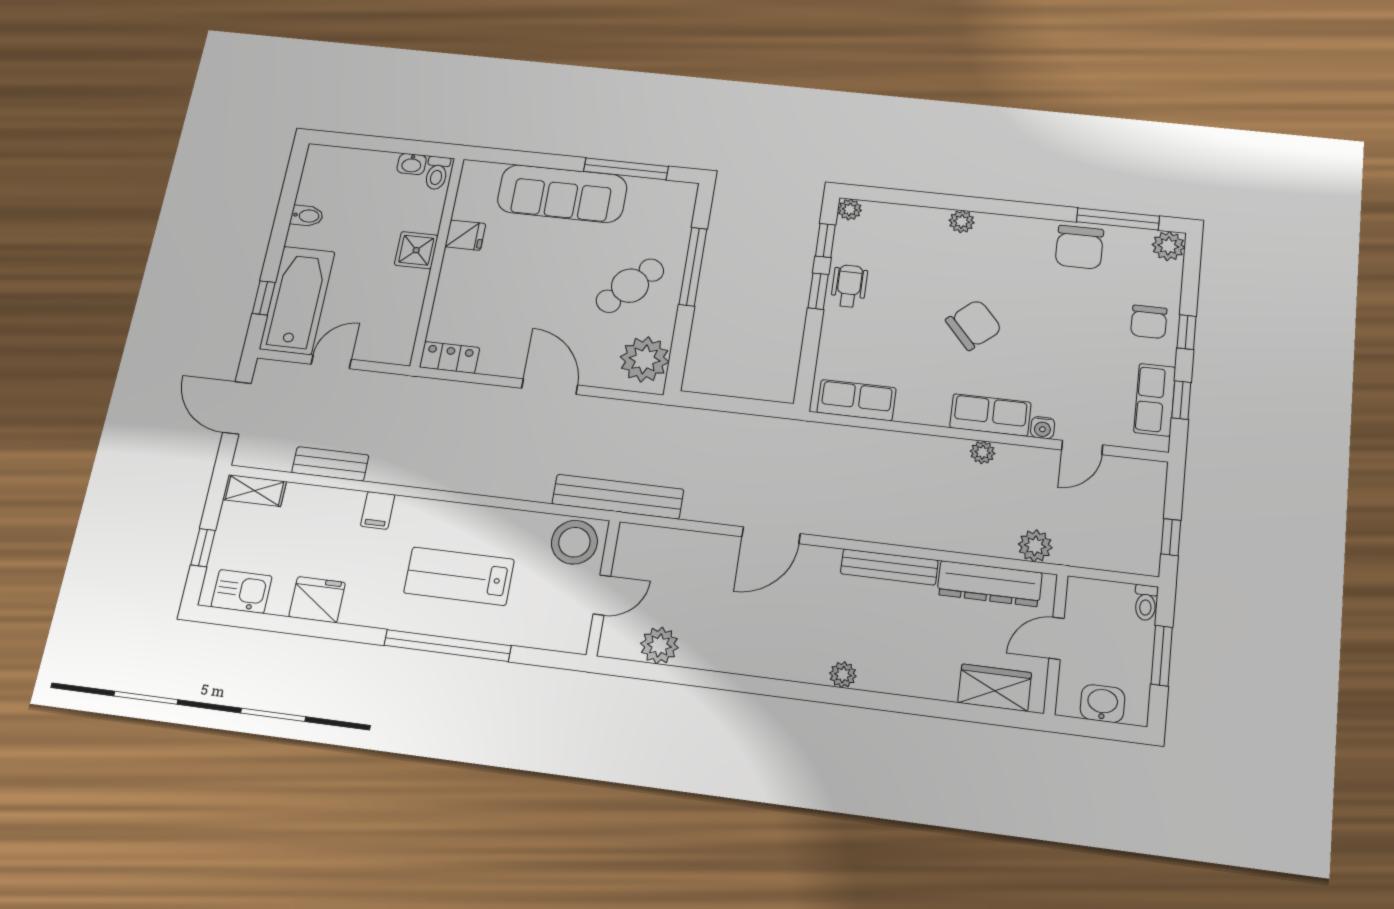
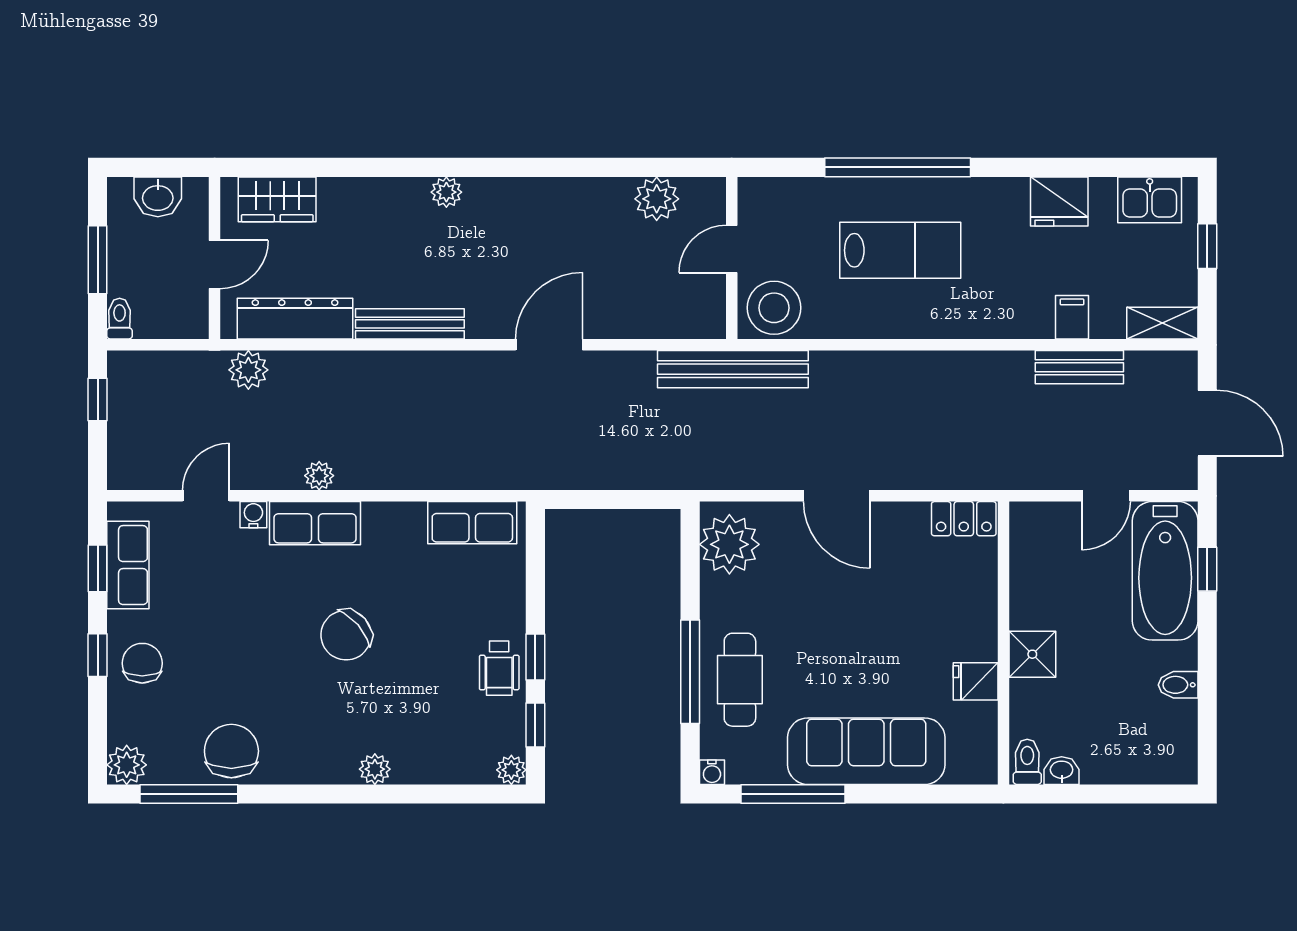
water cooler: (688, 191) -> (712, 772), added
cafe table: (630, 286) -> (740, 680), moved, turned -44
filing cabinet: (378, 510) -> (1072, 317), moved

